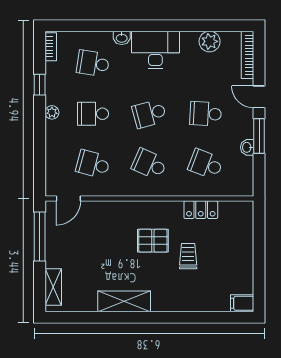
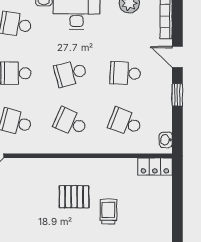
window: (259, 136) -> (177, 95), width x0.67
washbasin: (247, 147) -> (166, 140), moved
locker: (201, 210) -> (155, 167), moved

